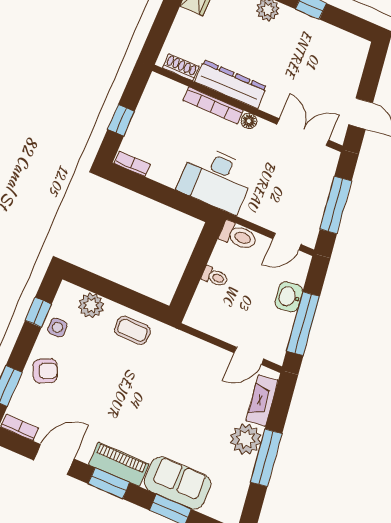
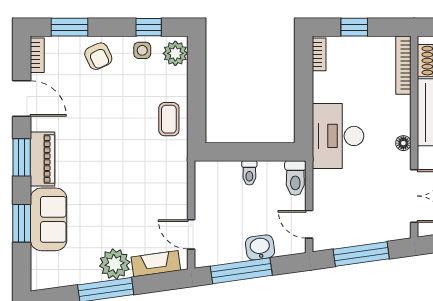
bookcase: (213, 105) -> (403, 65), moved
plant: (91, 305) -> (175, 53), moved

